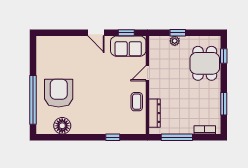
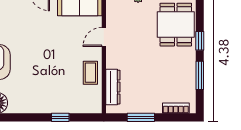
window: (224, 56) -> (200, 41), moved
window: (177, 137) -> (141, 117), width x0.69

